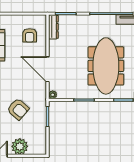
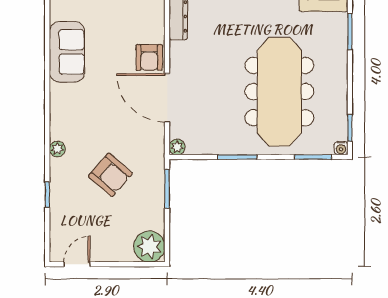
armchair: (30, 35) -> (149, 57), moved
plant: (20, 146) -> (149, 246), moved

